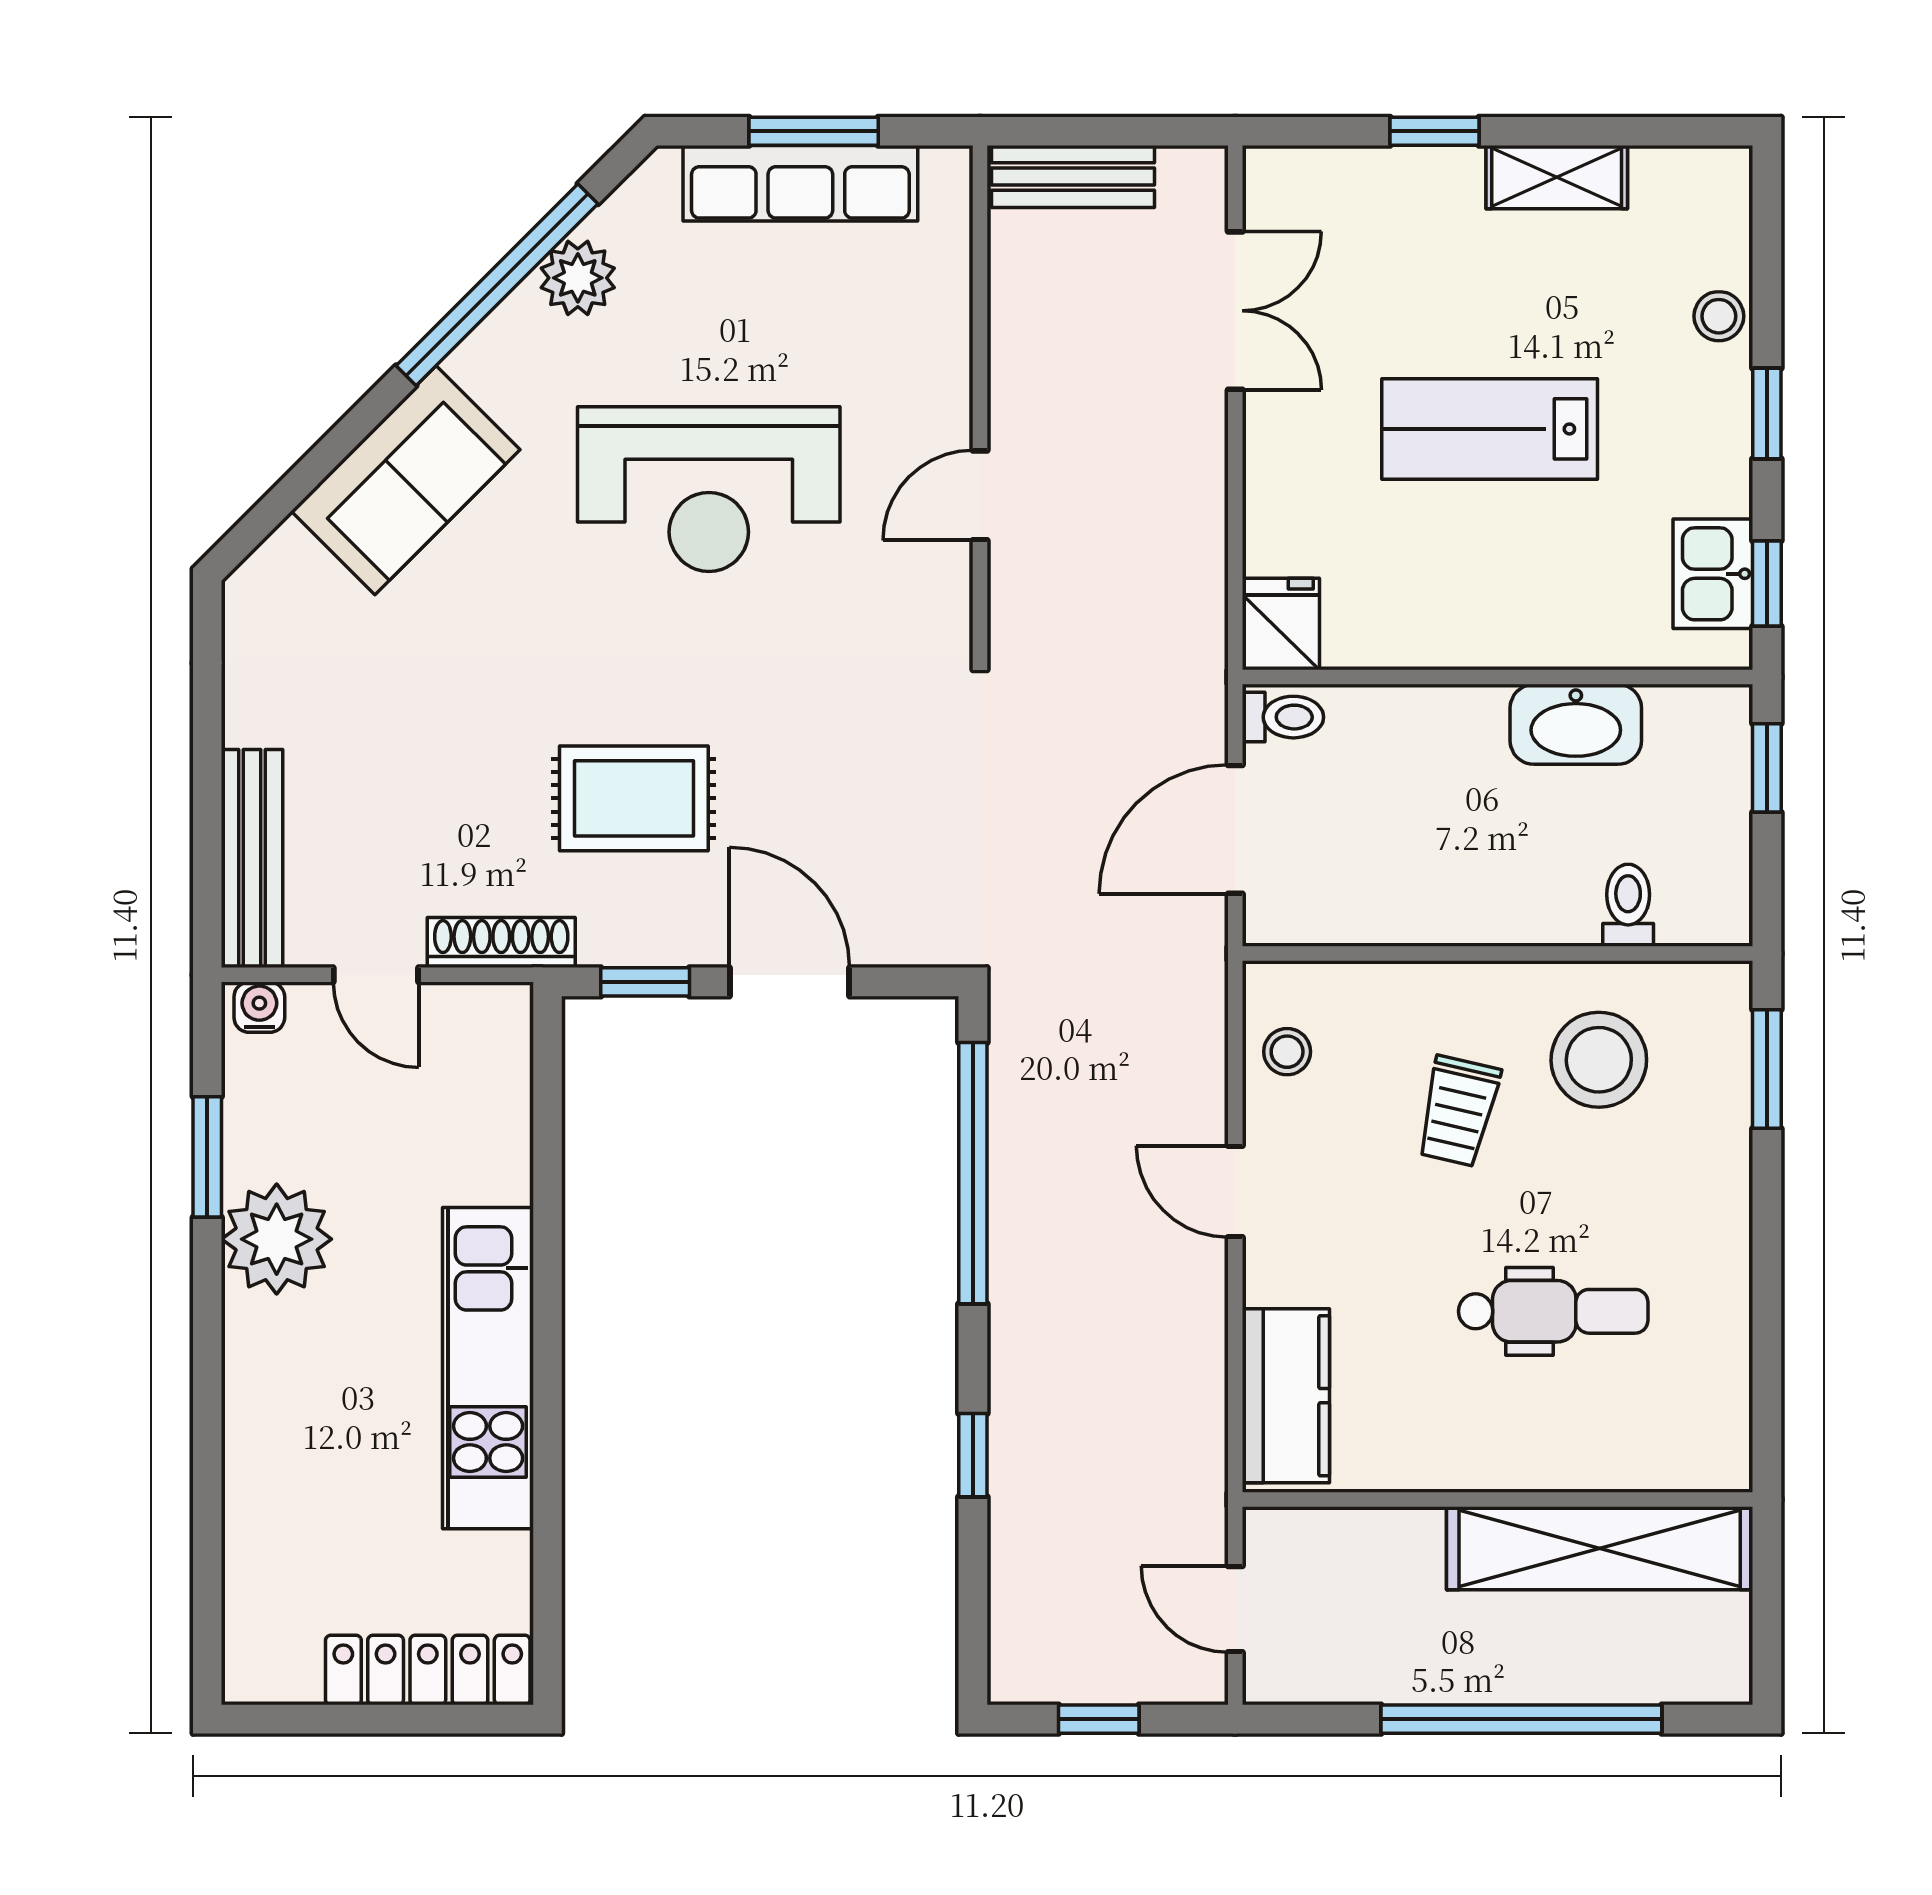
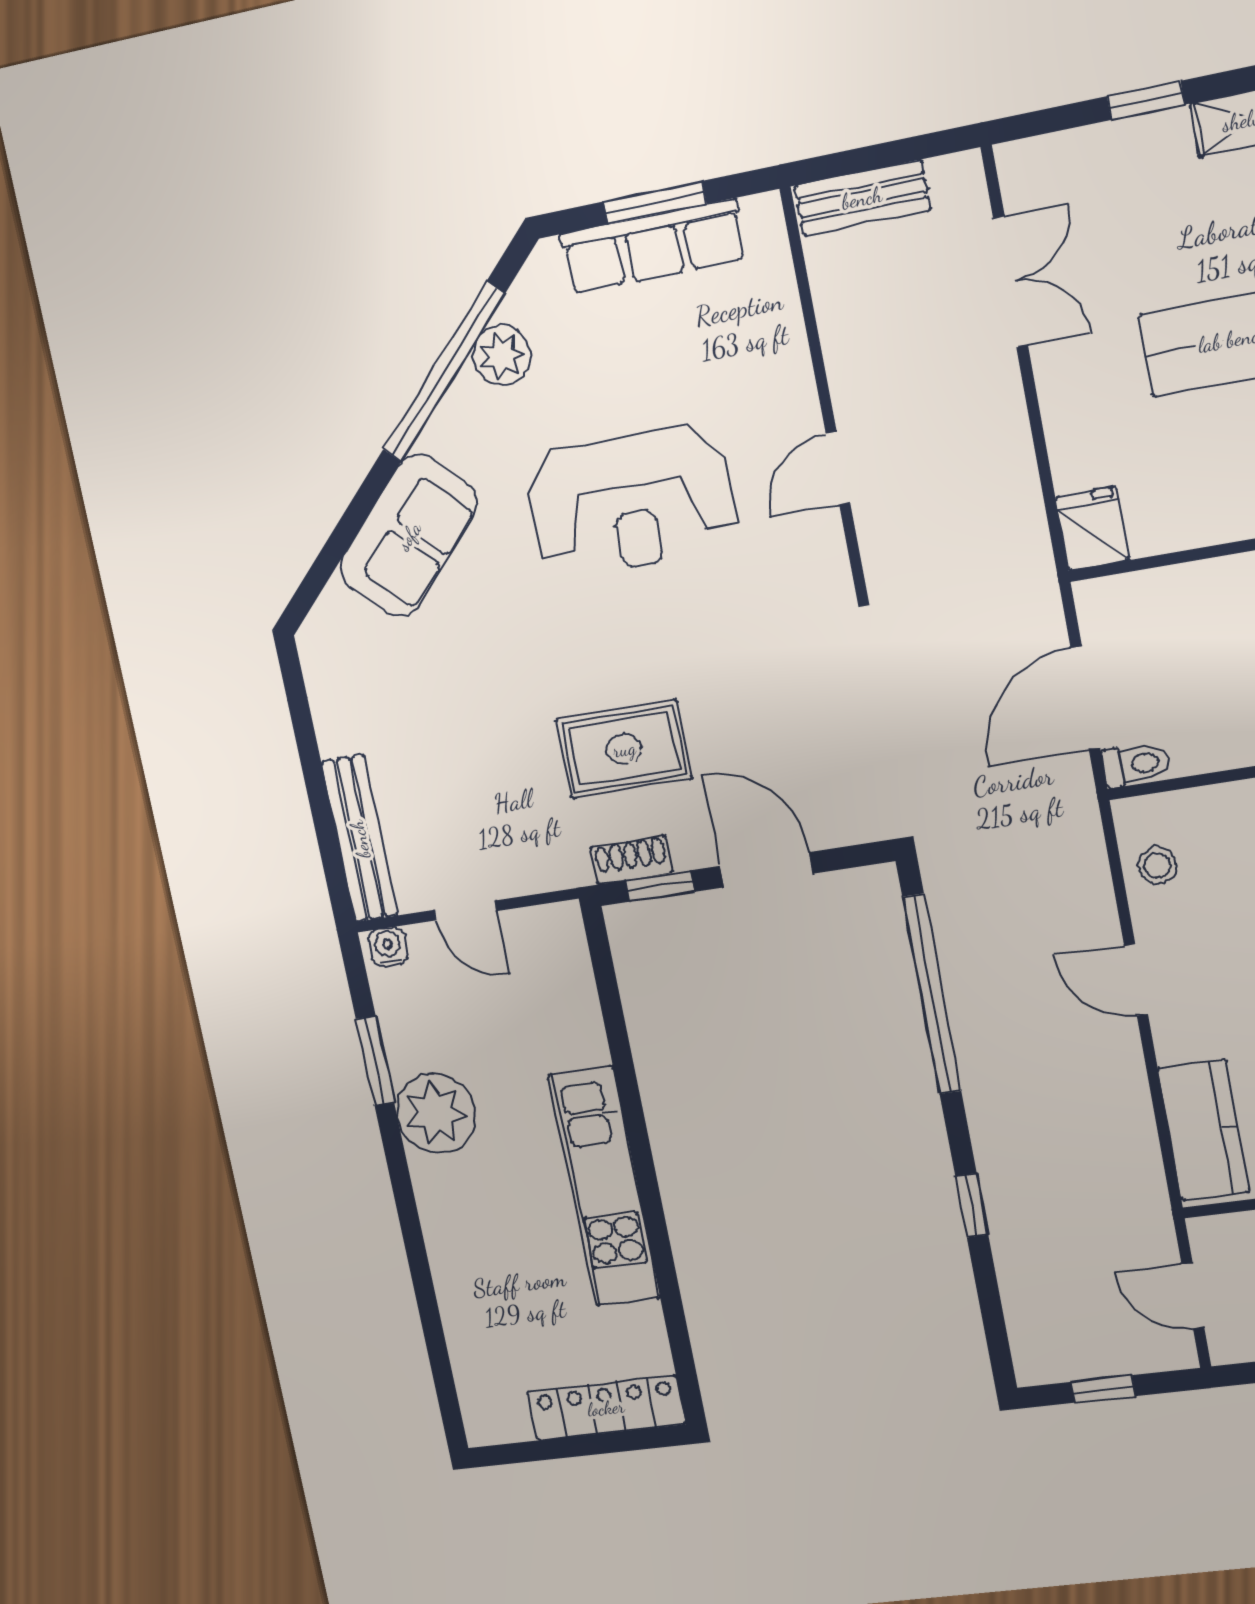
toilet: (1283, 717) -> (1136, 764), moved
shoe rack: (501, 943) -> (631, 860), moved, width x0.70

